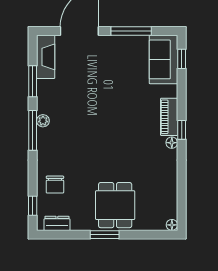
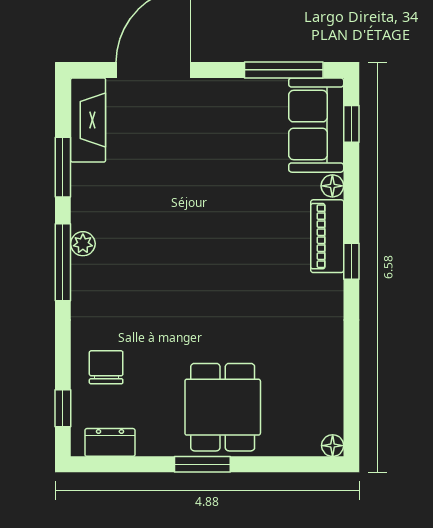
window: (131, 31) -> (284, 70), moved
floor lamp: (172, 143) -> (332, 186), moved
chair: (55, 185) -> (106, 367), turned 180

